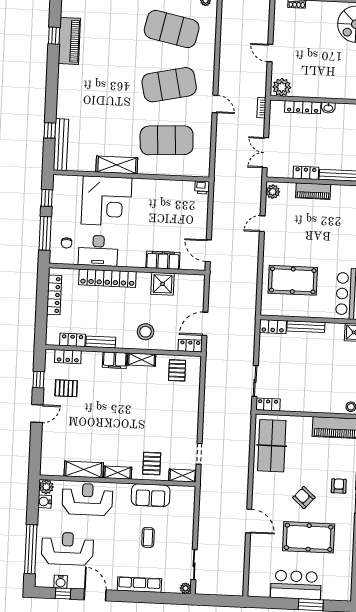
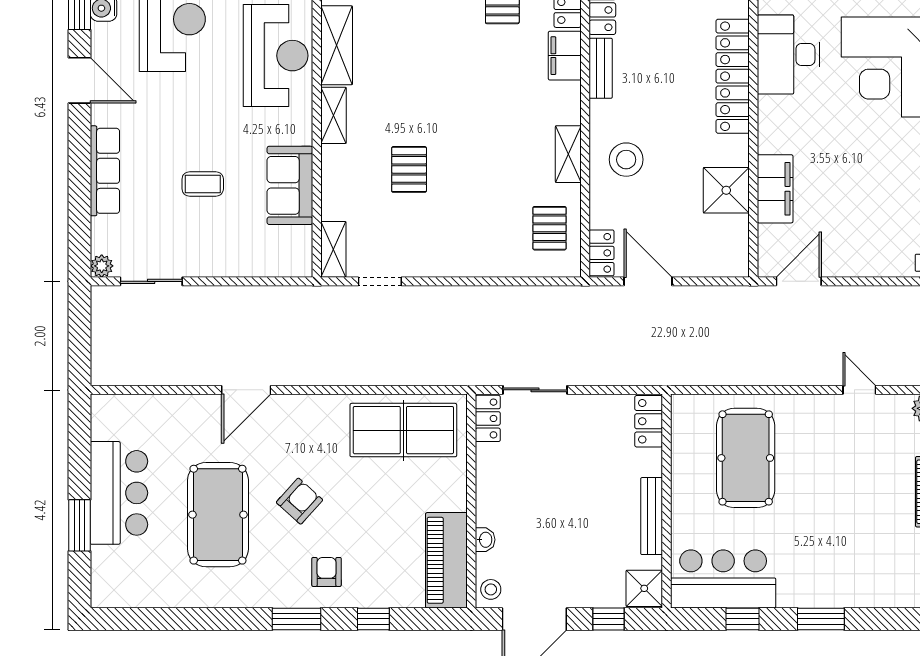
bench: (306, 327) -> (652, 516), moved
filing cabinet: (115, 360) -> (565, 56), moved
pallet: (177, 370) -> (550, 228), turned 90
washbasin: (327, 408) -> (485, 540), added
pallet: (152, 463) -> (409, 169), moved, turned 90
armchair: (339, 486) -> (327, 572), turned -90
door: (95, 595) -> (79, 80), hinge flipped

